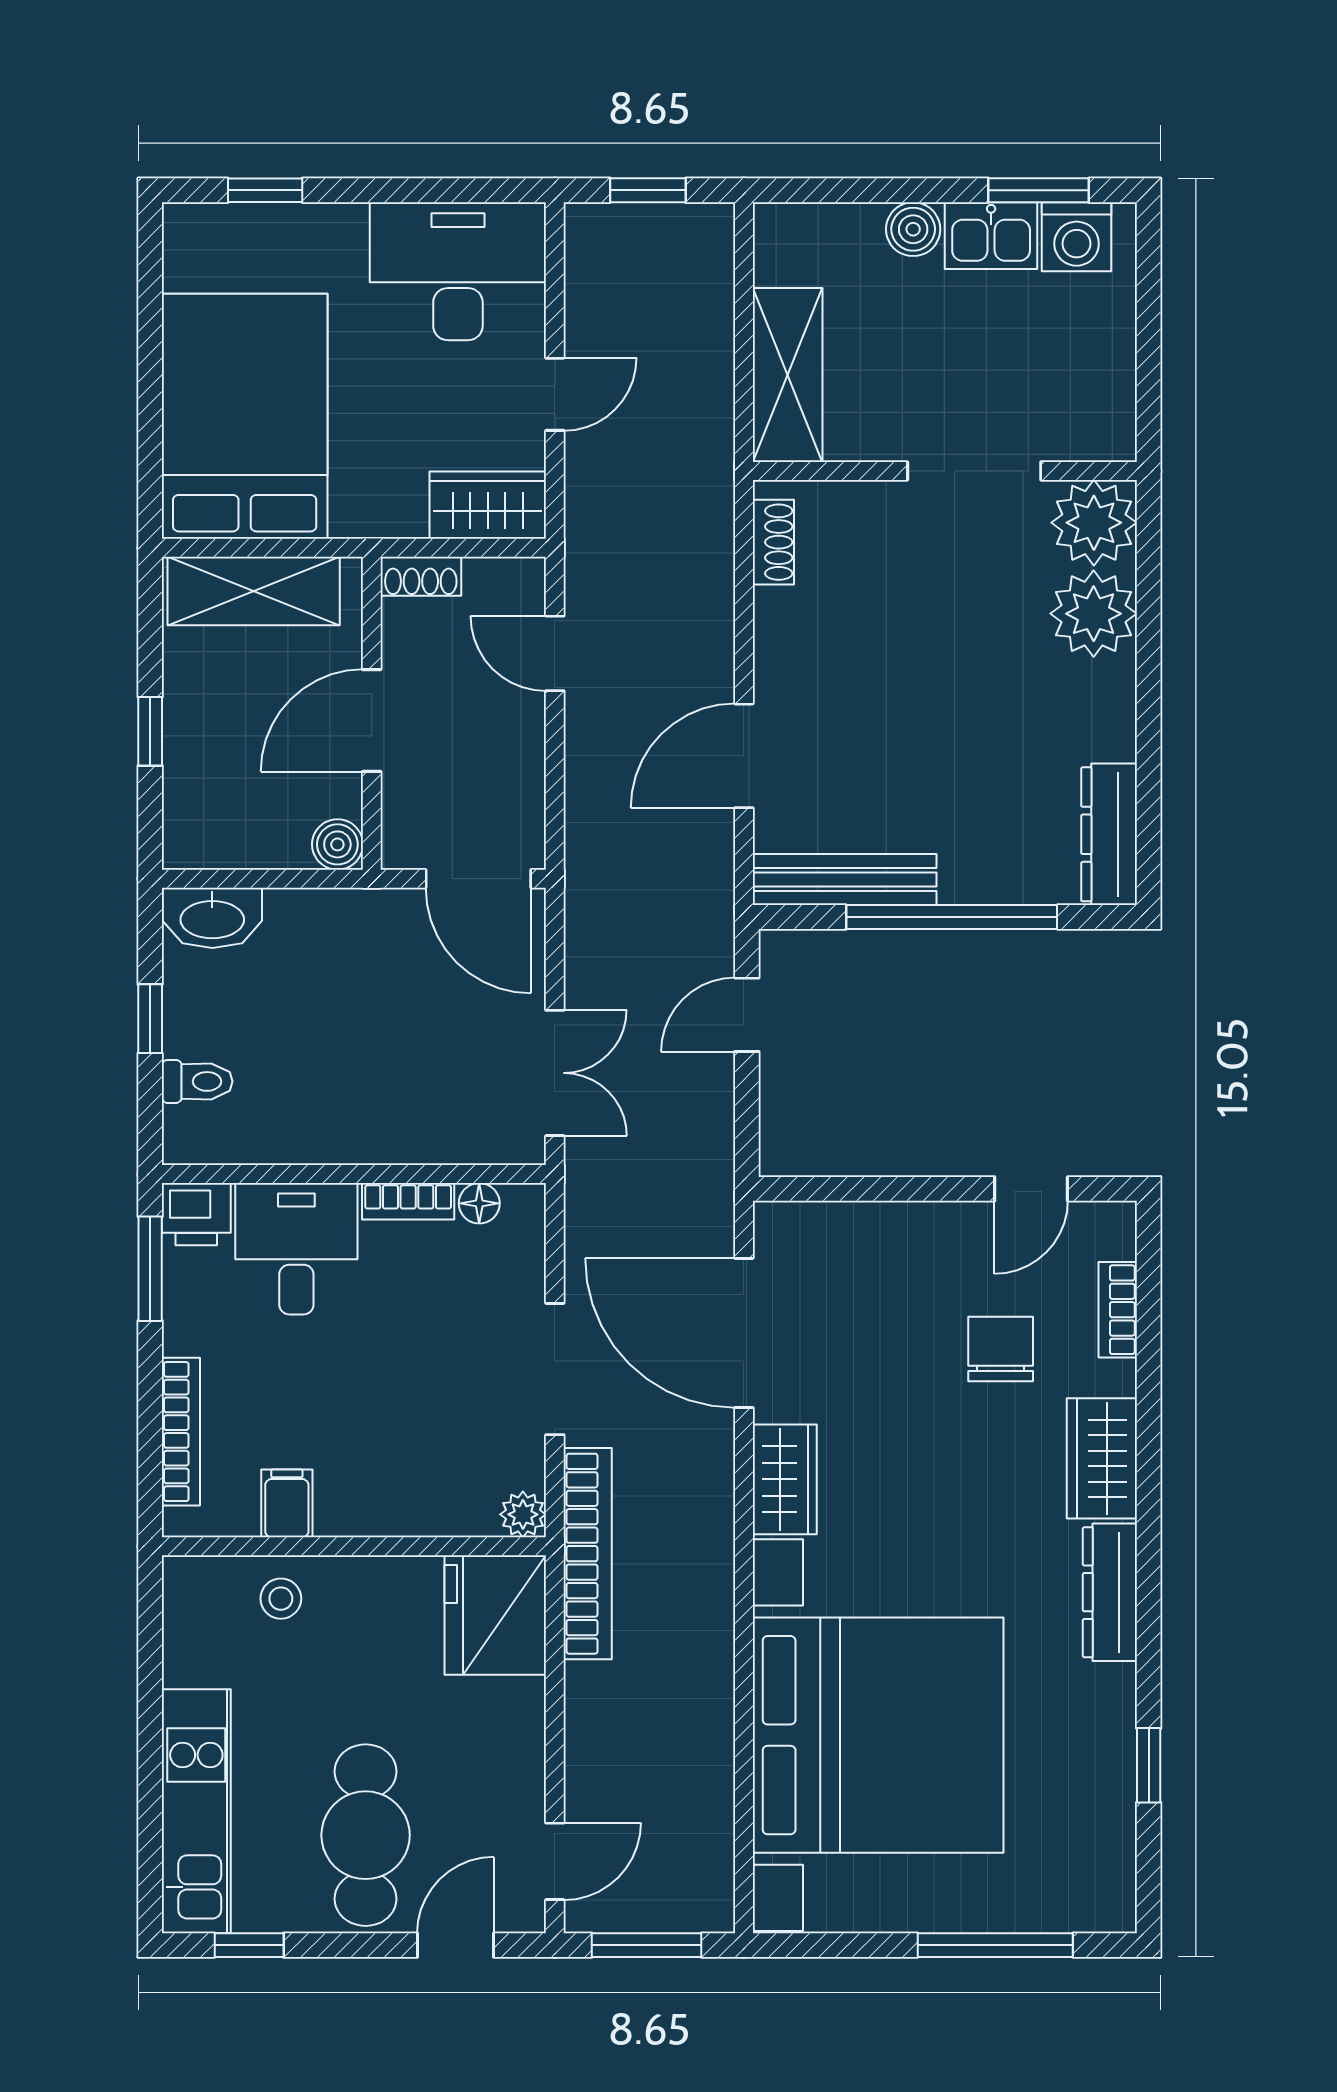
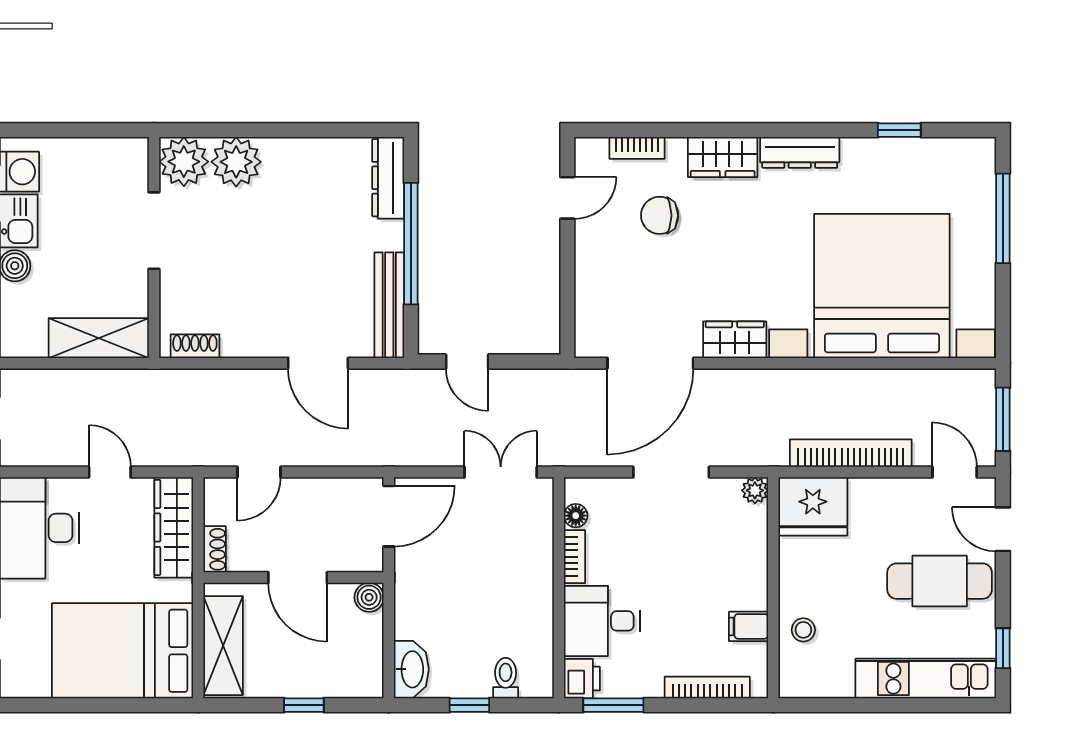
wardrobe: (488, 505) -> (174, 527), width x1.50
dresser: (1109, 834) -> (388, 178), moved, turned 90
door: (1031, 1189) -> (567, 198), hinge flipped
bookcase: (588, 1554) -> (851, 453), moved

